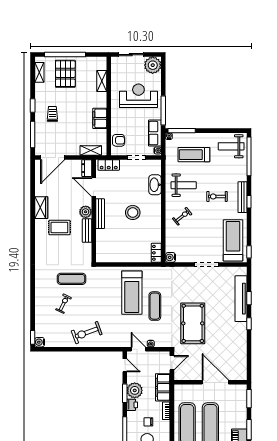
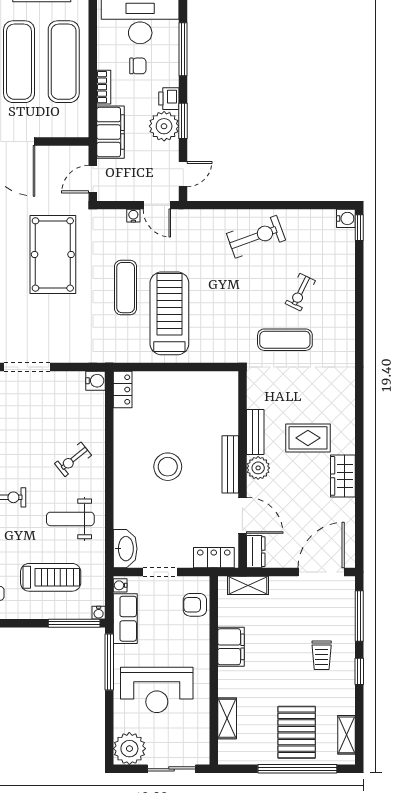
washbasin: (155, 185) -> (125, 549), moved
door: (125, 365) -> (183, 174), swing flipped

